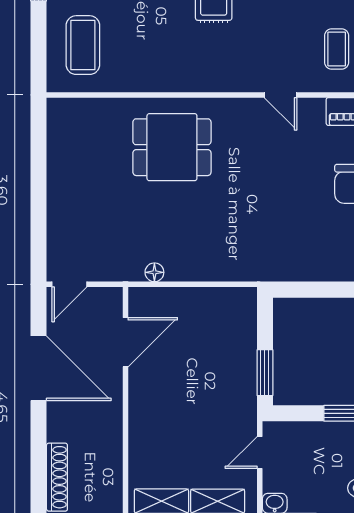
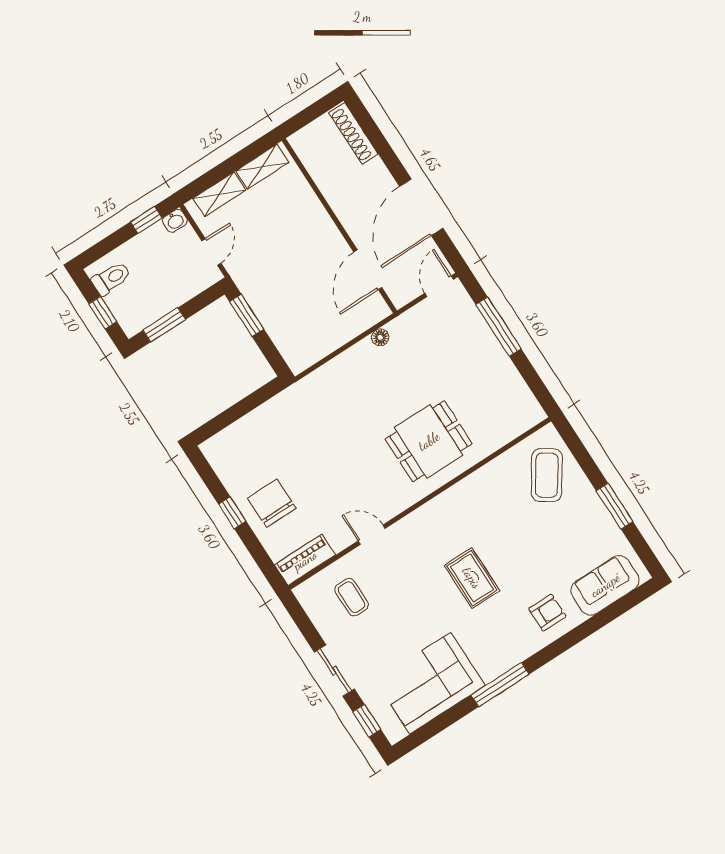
coffee table: (83, 45) -> (547, 475), turned 34
window: (39, 212) -> (498, 327), added
door: (39, 368) -> (421, 207), hinge flipped

